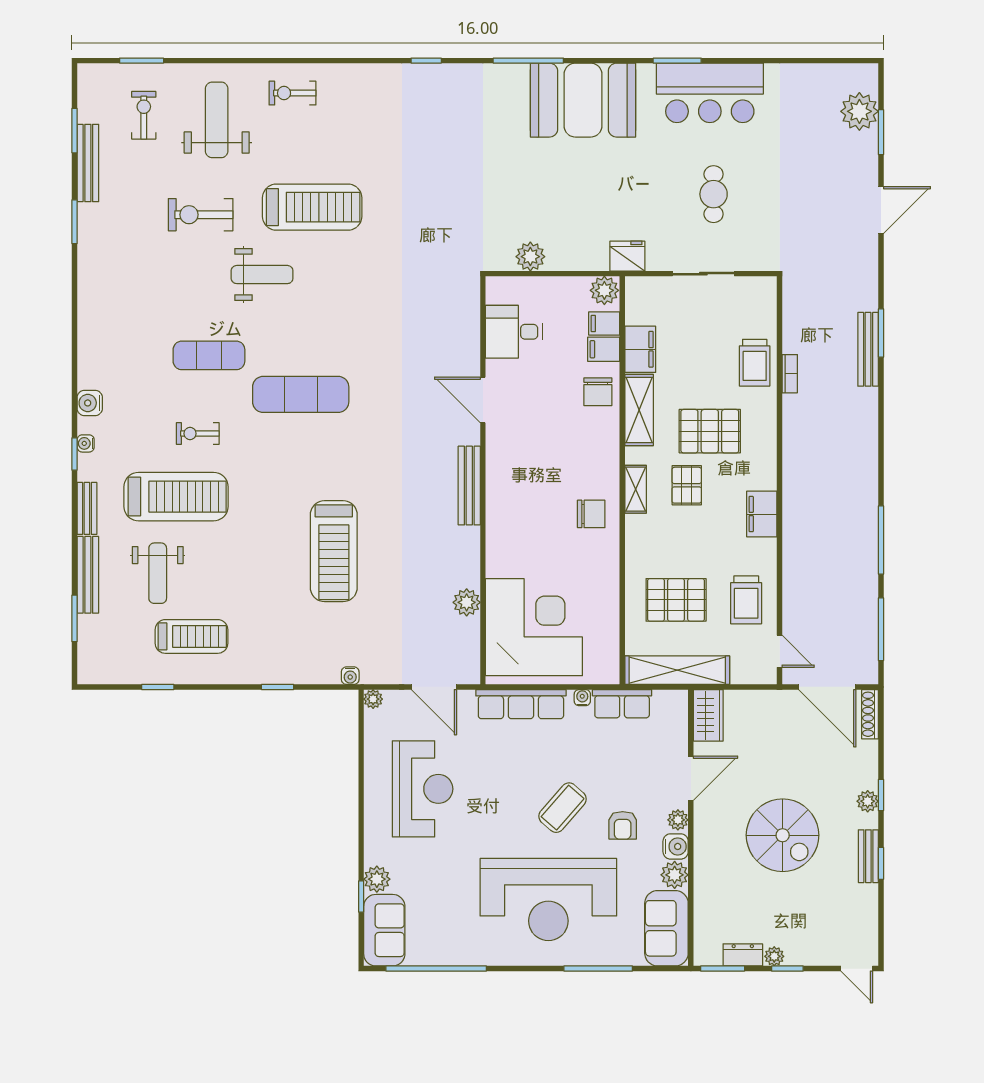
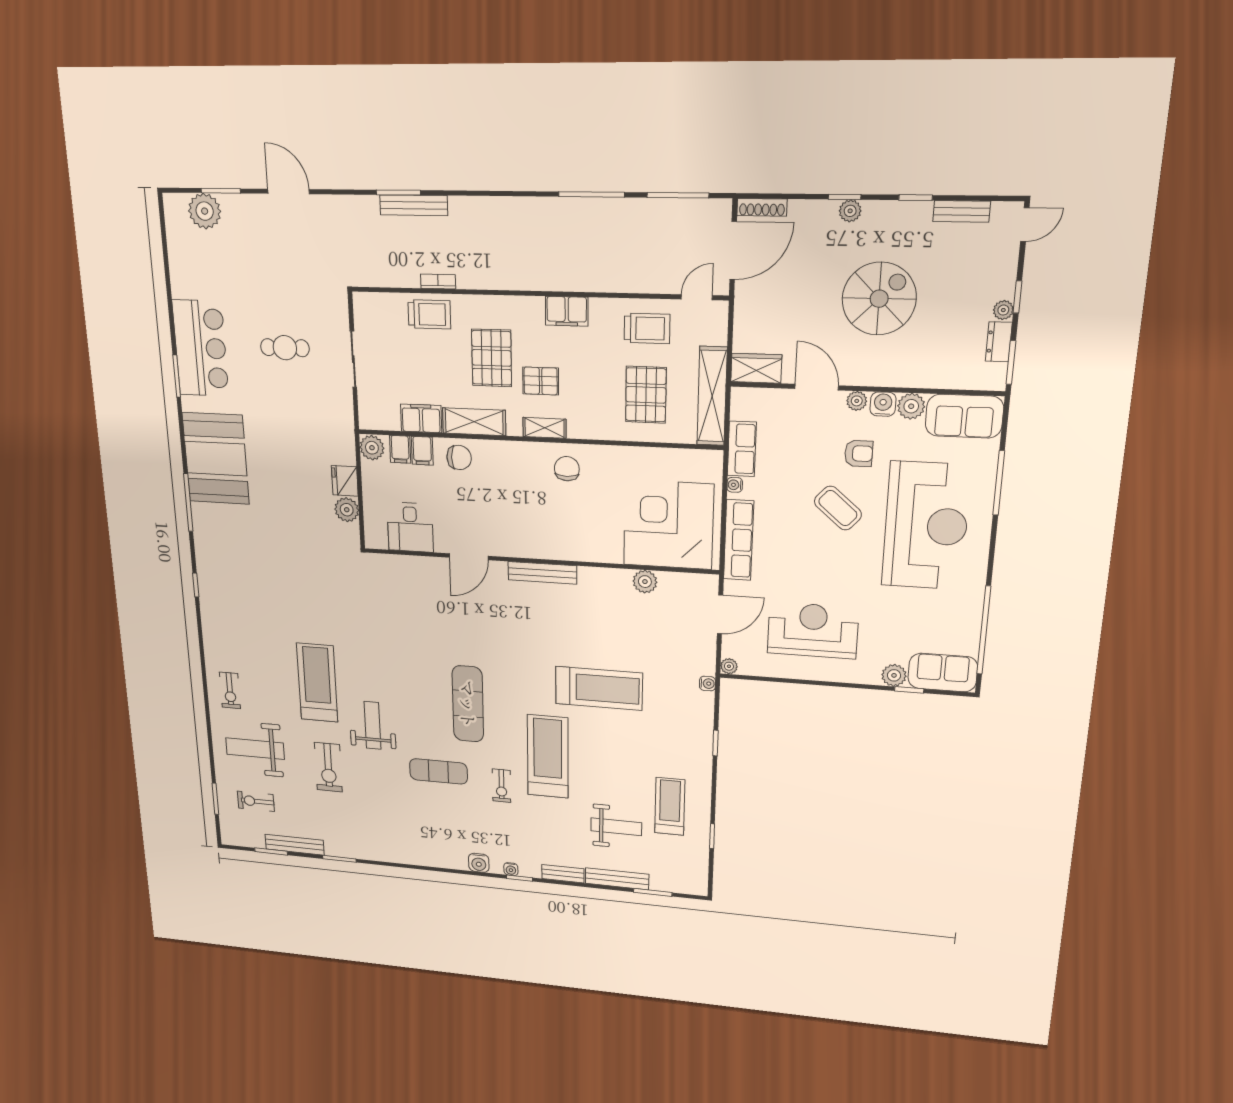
fridge: (627, 256) -> (345, 481), moved
exercise mat: (209, 355) -> (438, 771), turned 90
treadmill: (176, 497) -> (548, 756), moved
bench: (868, 856) -> (962, 211), moved

